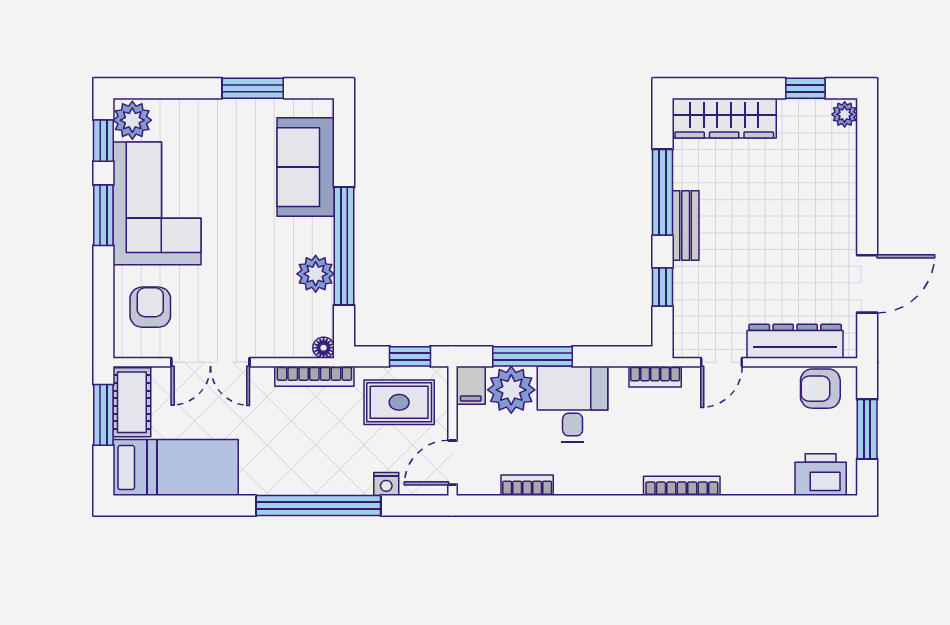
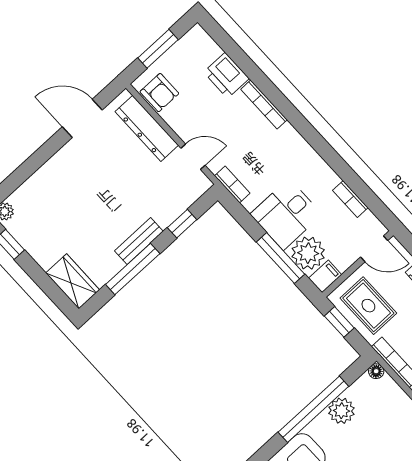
wardrobe: (724, 118) -> (73, 281), width x0.67
printer: (821, 475) -> (226, 75), moved
bookcase: (682, 486) -> (264, 104), moved

